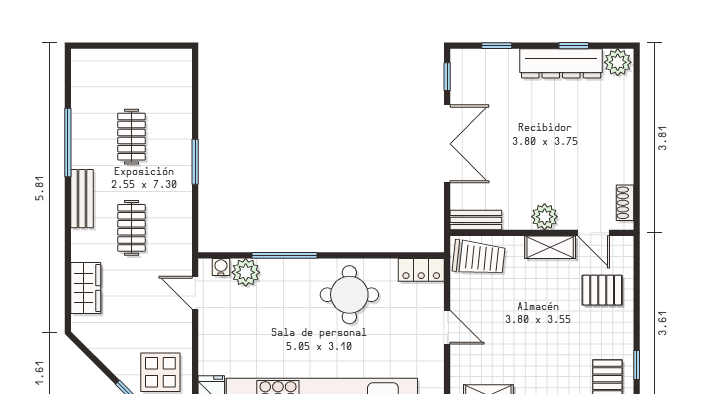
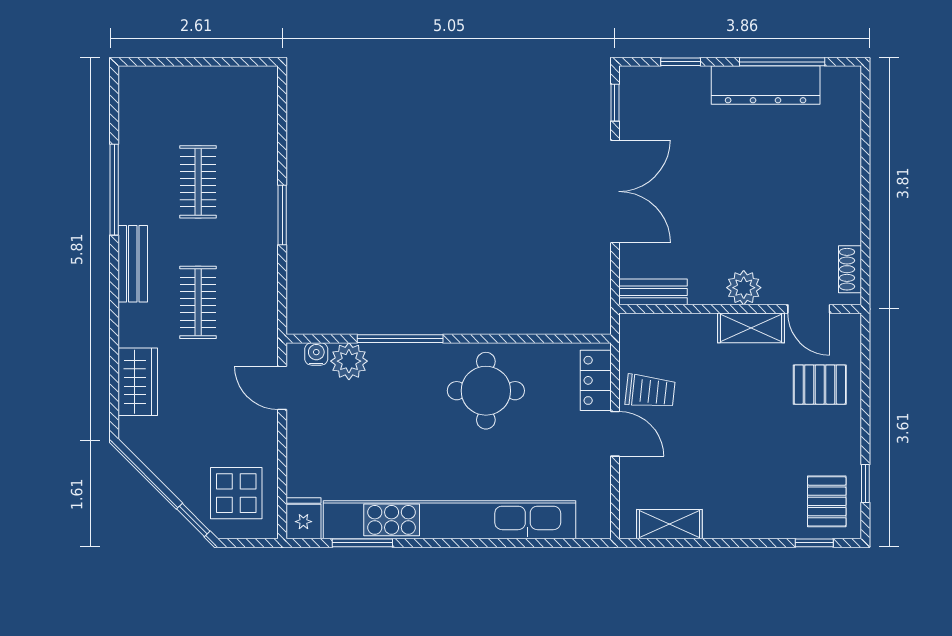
window: (574, 46) -> (782, 62), width x2.17
plant: (618, 62) -> (840, 84), removed
trolley: (479, 258) -> (650, 391), moved, width x0.73, depth x0.72
locker: (421, 270) -> (596, 380), moved, turned 90

